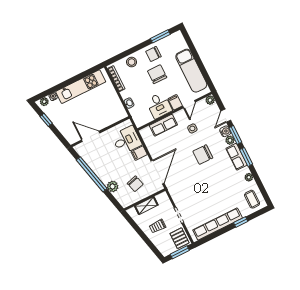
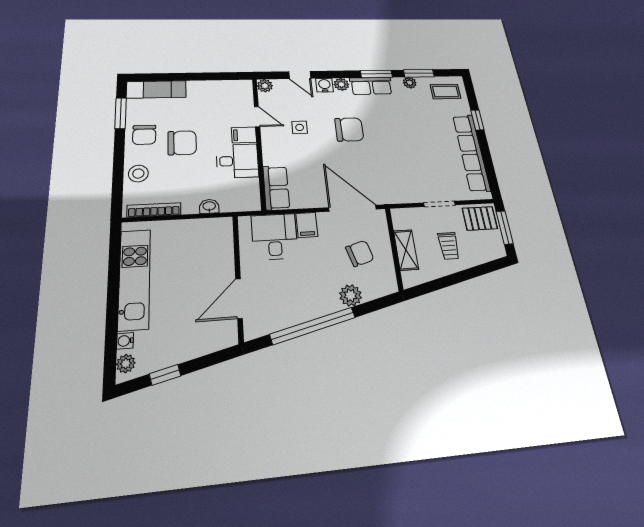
exam couch: (191, 71) -> (156, 89), moved, width x0.73, depth x0.69
chair: (157, 74) -> (182, 143), turned 180
row of seats: (163, 125) -> (276, 188), moved
window: (235, 135) -> (419, 73), moved
chair: (203, 155) -> (349, 129), turned -90

